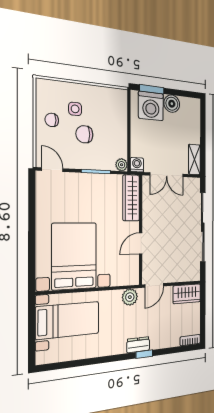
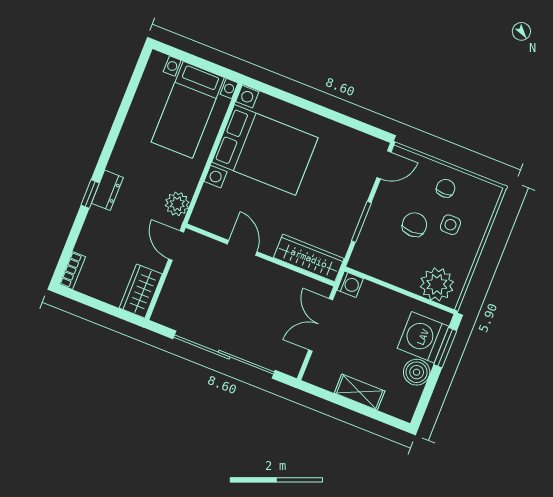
shelving: (194, 159) -> (360, 392), moved
plant: (122, 165) -> (437, 284), moved, width x1.88, depth x1.88

